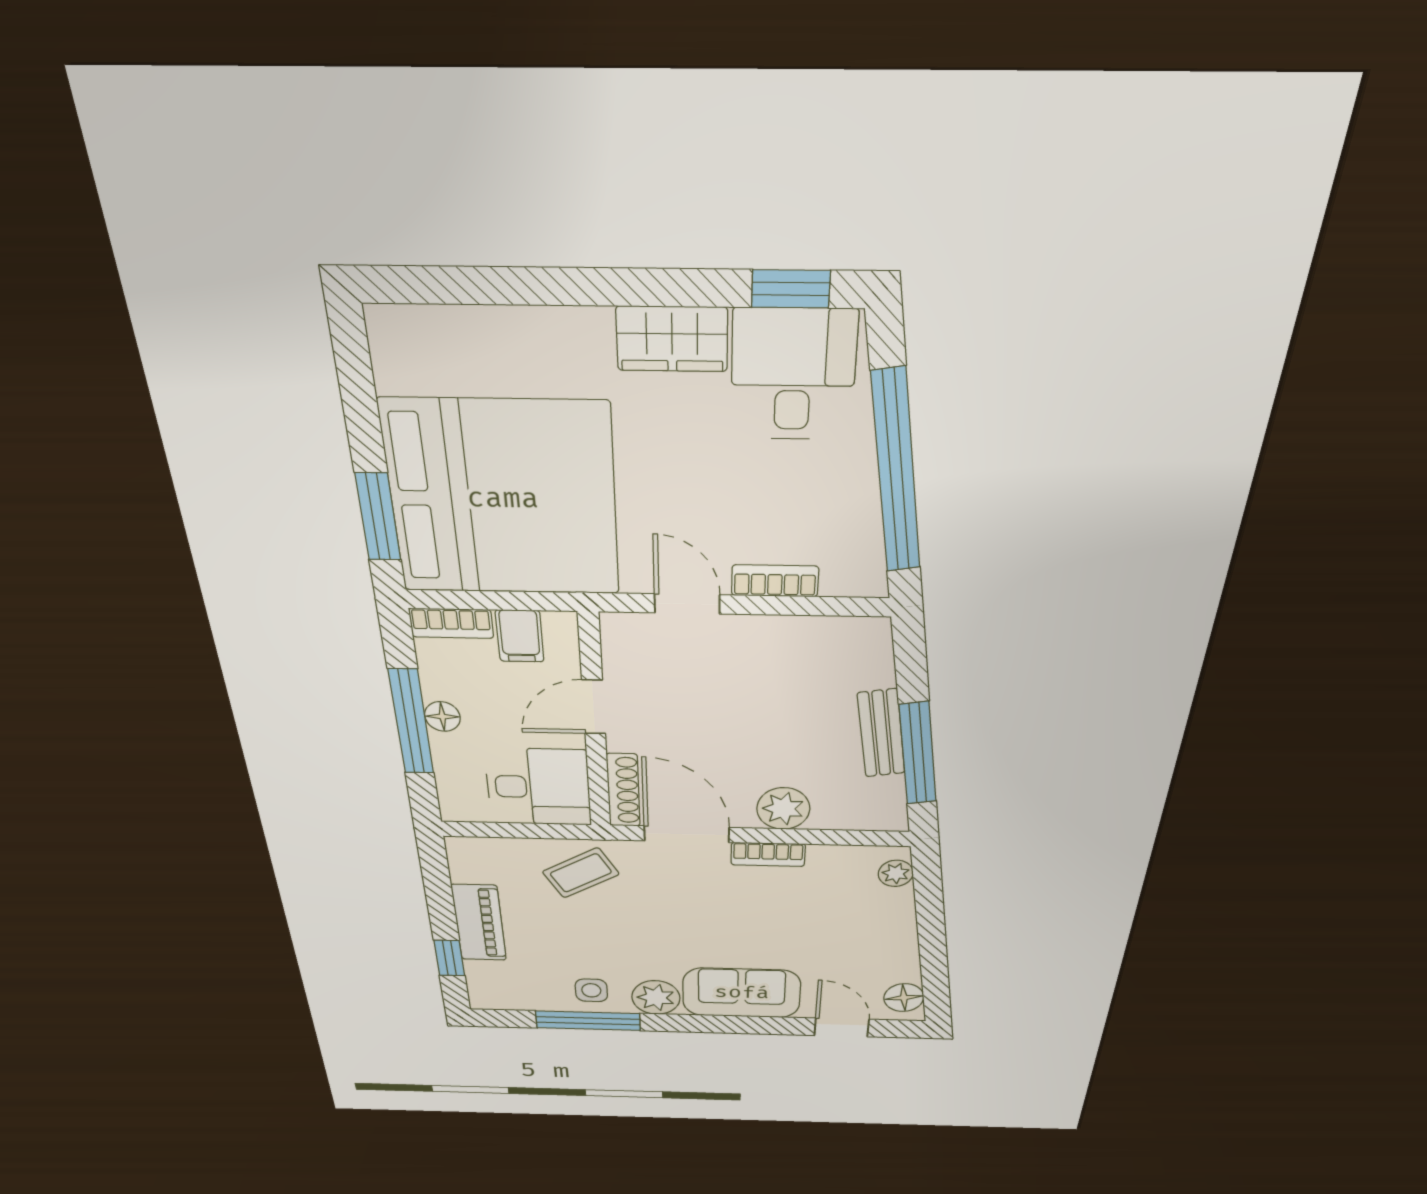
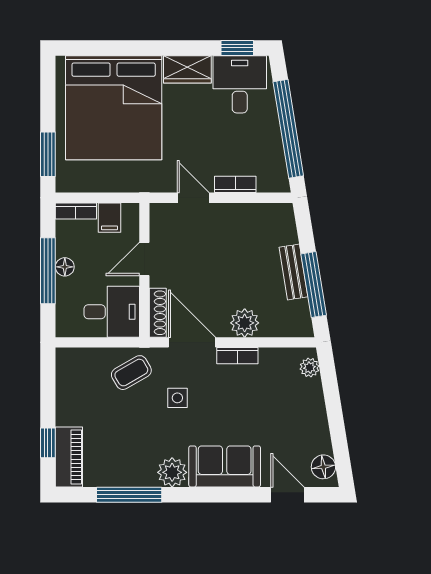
bed: (503, 499) -> (114, 108), moved, turned 90
piano: (479, 923) -> (69, 457), moved
side table: (591, 990) -> (177, 398), moved

